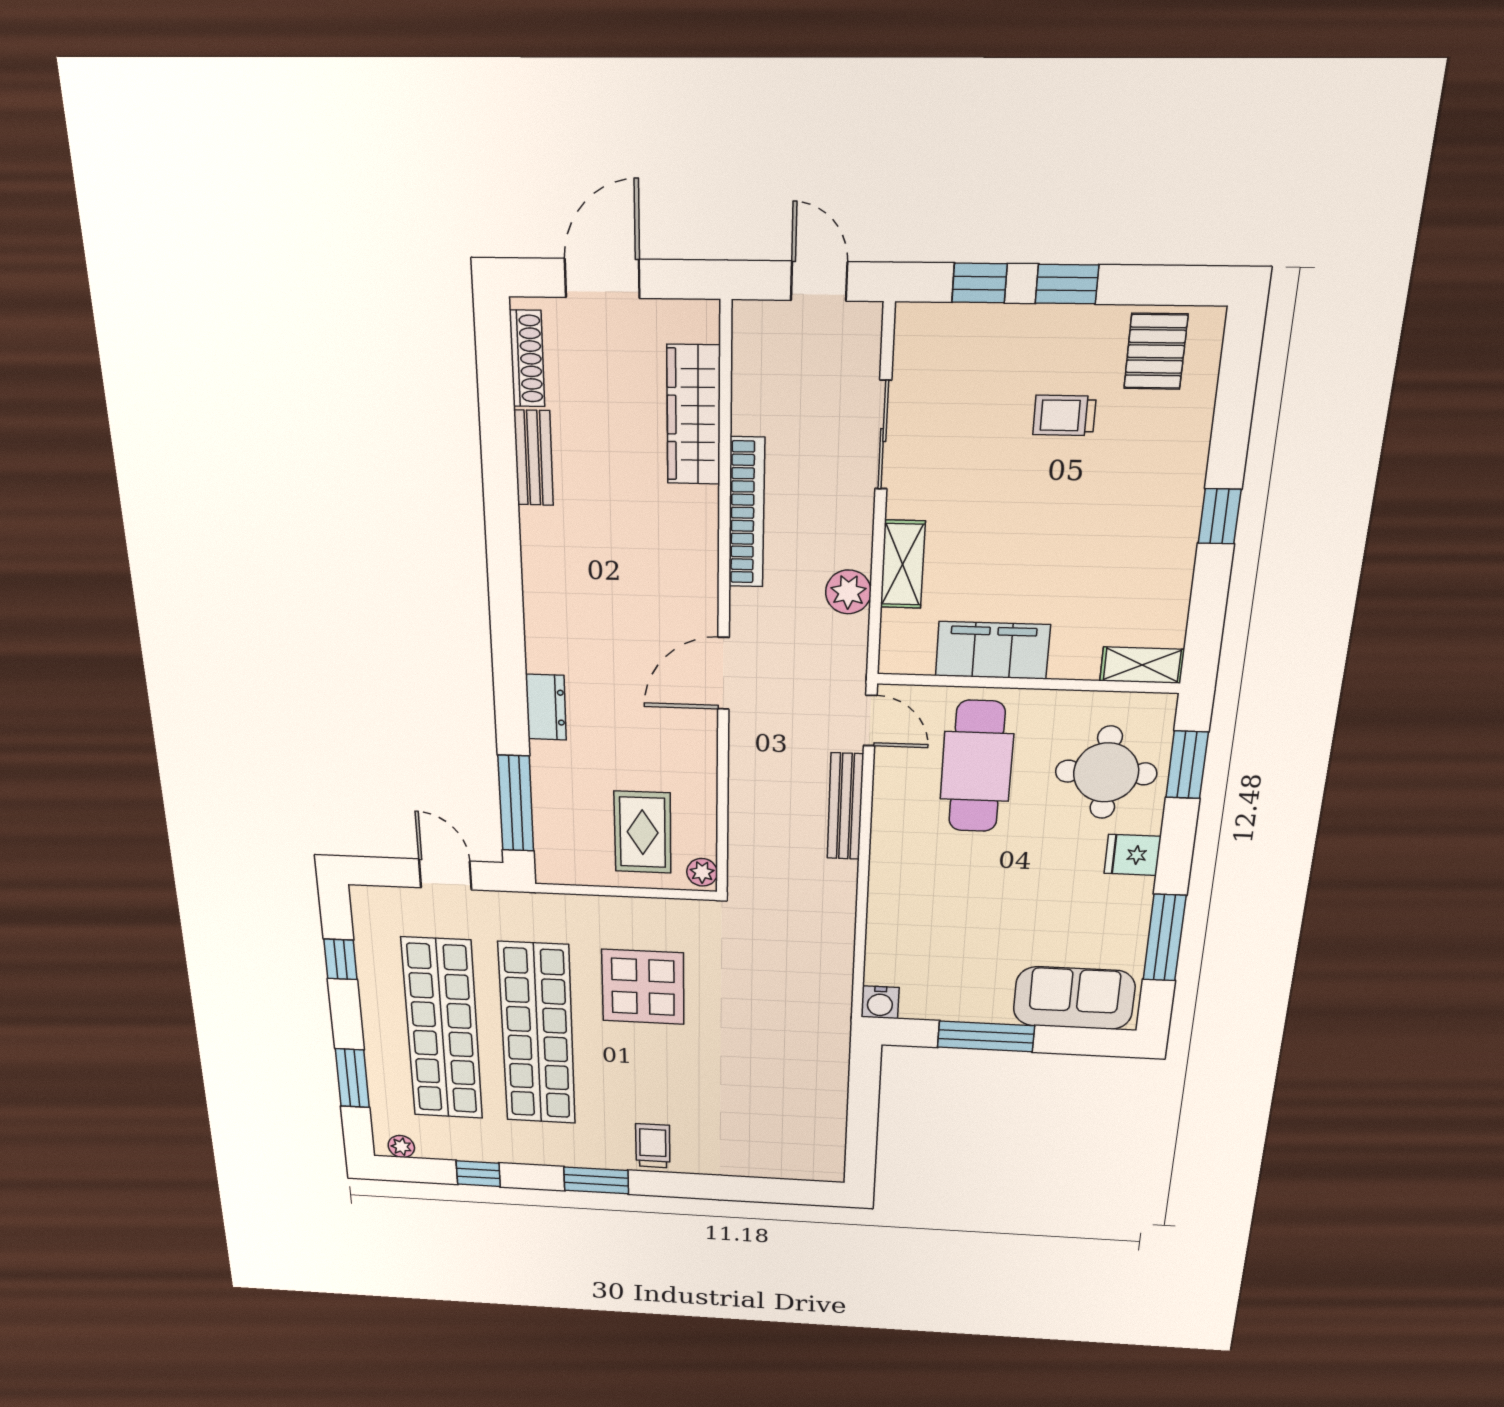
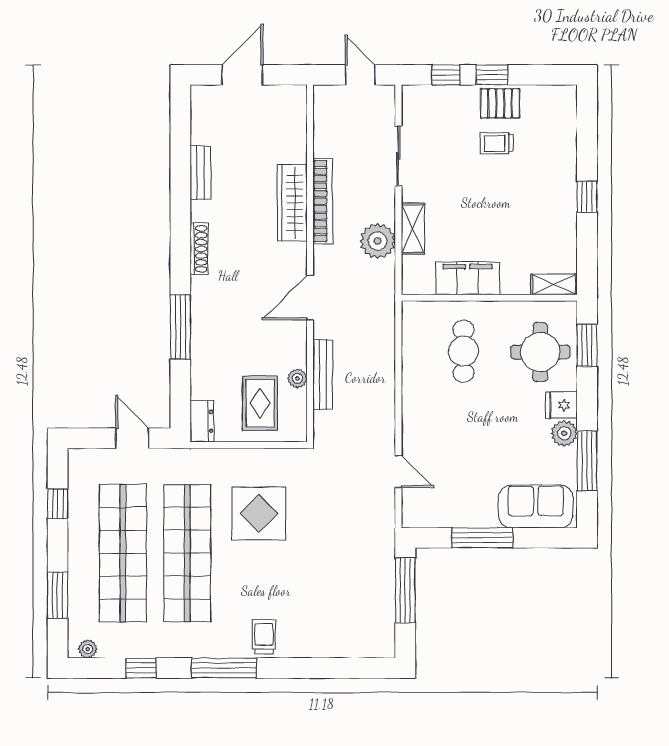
pallet: (1156, 351) -> (500, 103), moved, turned 90
shoe rack: (527, 359) -> (199, 249), moved
wardrobe: (694, 415) -> (292, 203), moved
plant: (848, 592) -> (378, 241), width x1.36, depth x1.36
dresser: (546, 707) -> (202, 421), moved
door: (870, 721) -> (398, 472), moved
cafe table: (977, 767) -> (464, 351), width x0.73, depth x0.74
window: (516, 803) -> (180, 327), moved
bench: (845, 807) -> (323, 374), moved
plant: (702, 872) -> (297, 378), moved
plant: (1132, 897) -> (564, 433), added
water cooler: (880, 1002) -> (413, 516), removed
window: (863, 1099) -> (405, 591), added
window: (596, 1180) -> (224, 668), width x1.44

